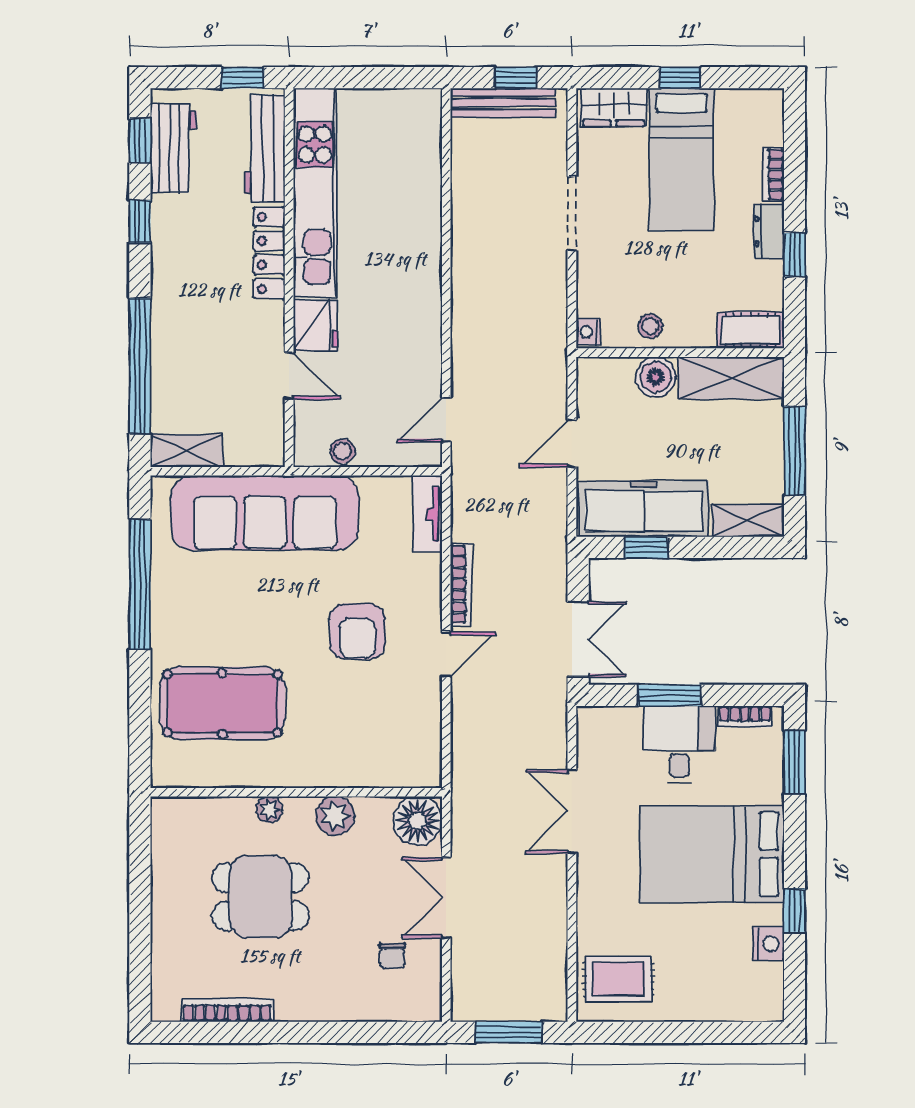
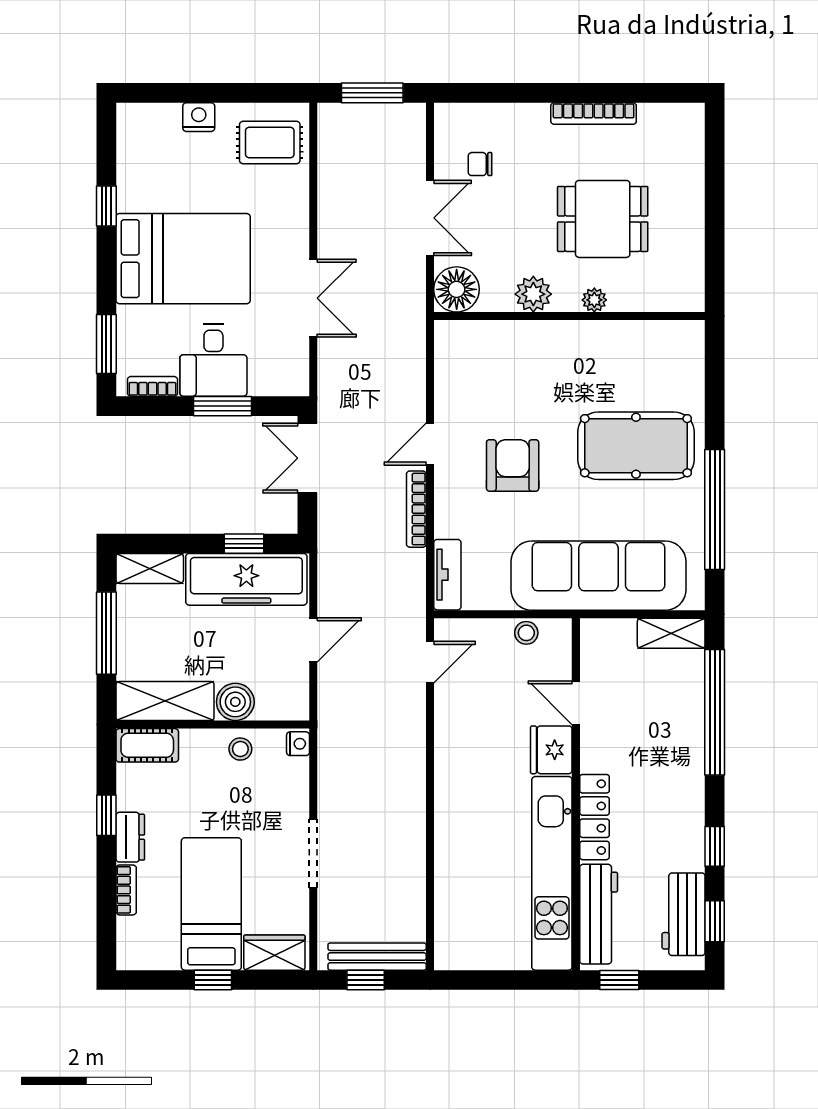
pool table: (222, 703) -> (636, 446), moved
nightstand: (768, 944) -> (199, 117), moved, turned 90
chair: (392, 956) -> (480, 164), turned -90
bookcase: (227, 1010) -> (594, 114), moved

